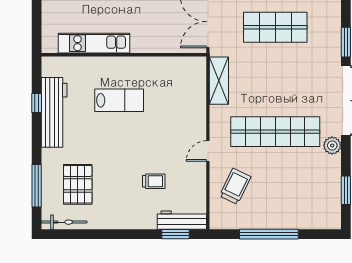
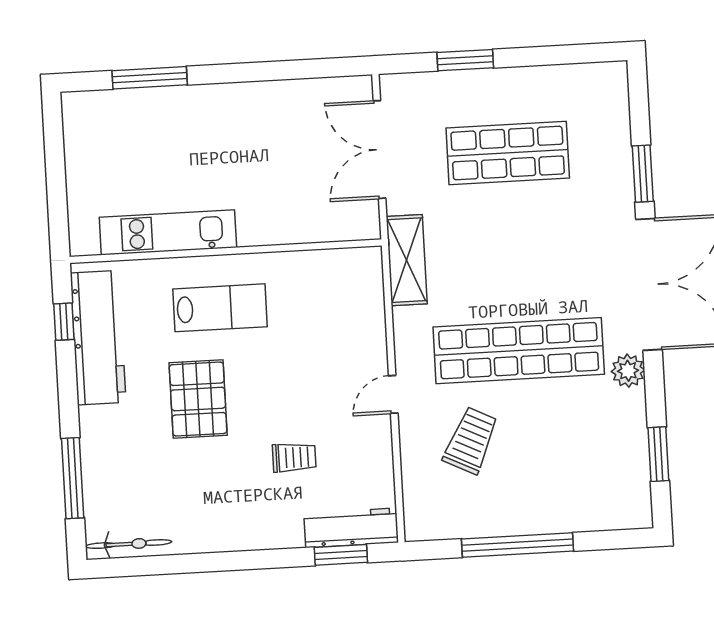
kitchen unit: (94, 43) -> (168, 232), moved
wall: (124, 55) -> (226, 251), moved
pallet: (78, 184) -> (198, 399), moved
trolley: (235, 186) -> (471, 440), moved

